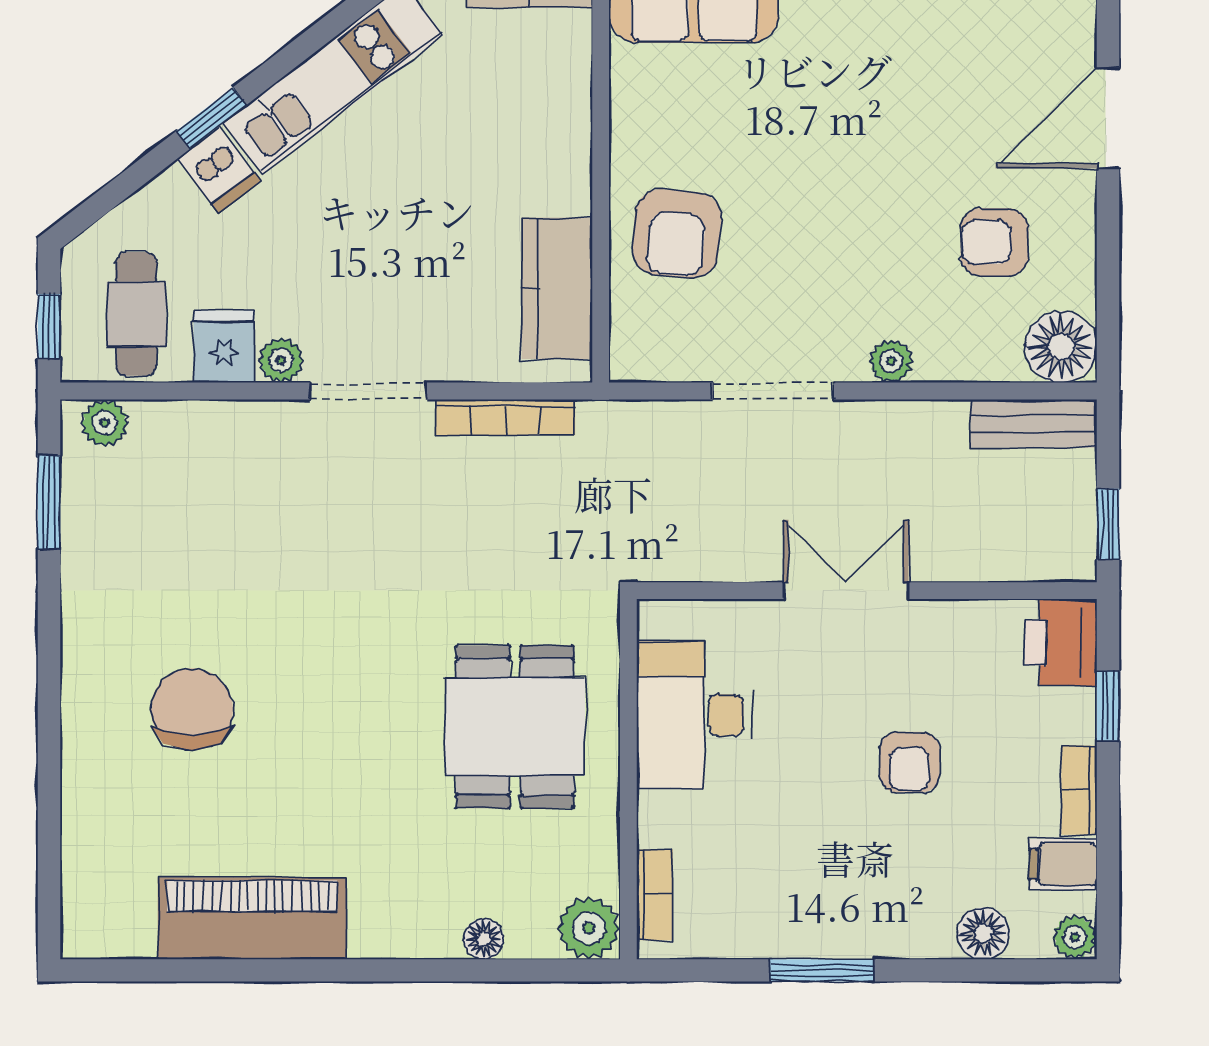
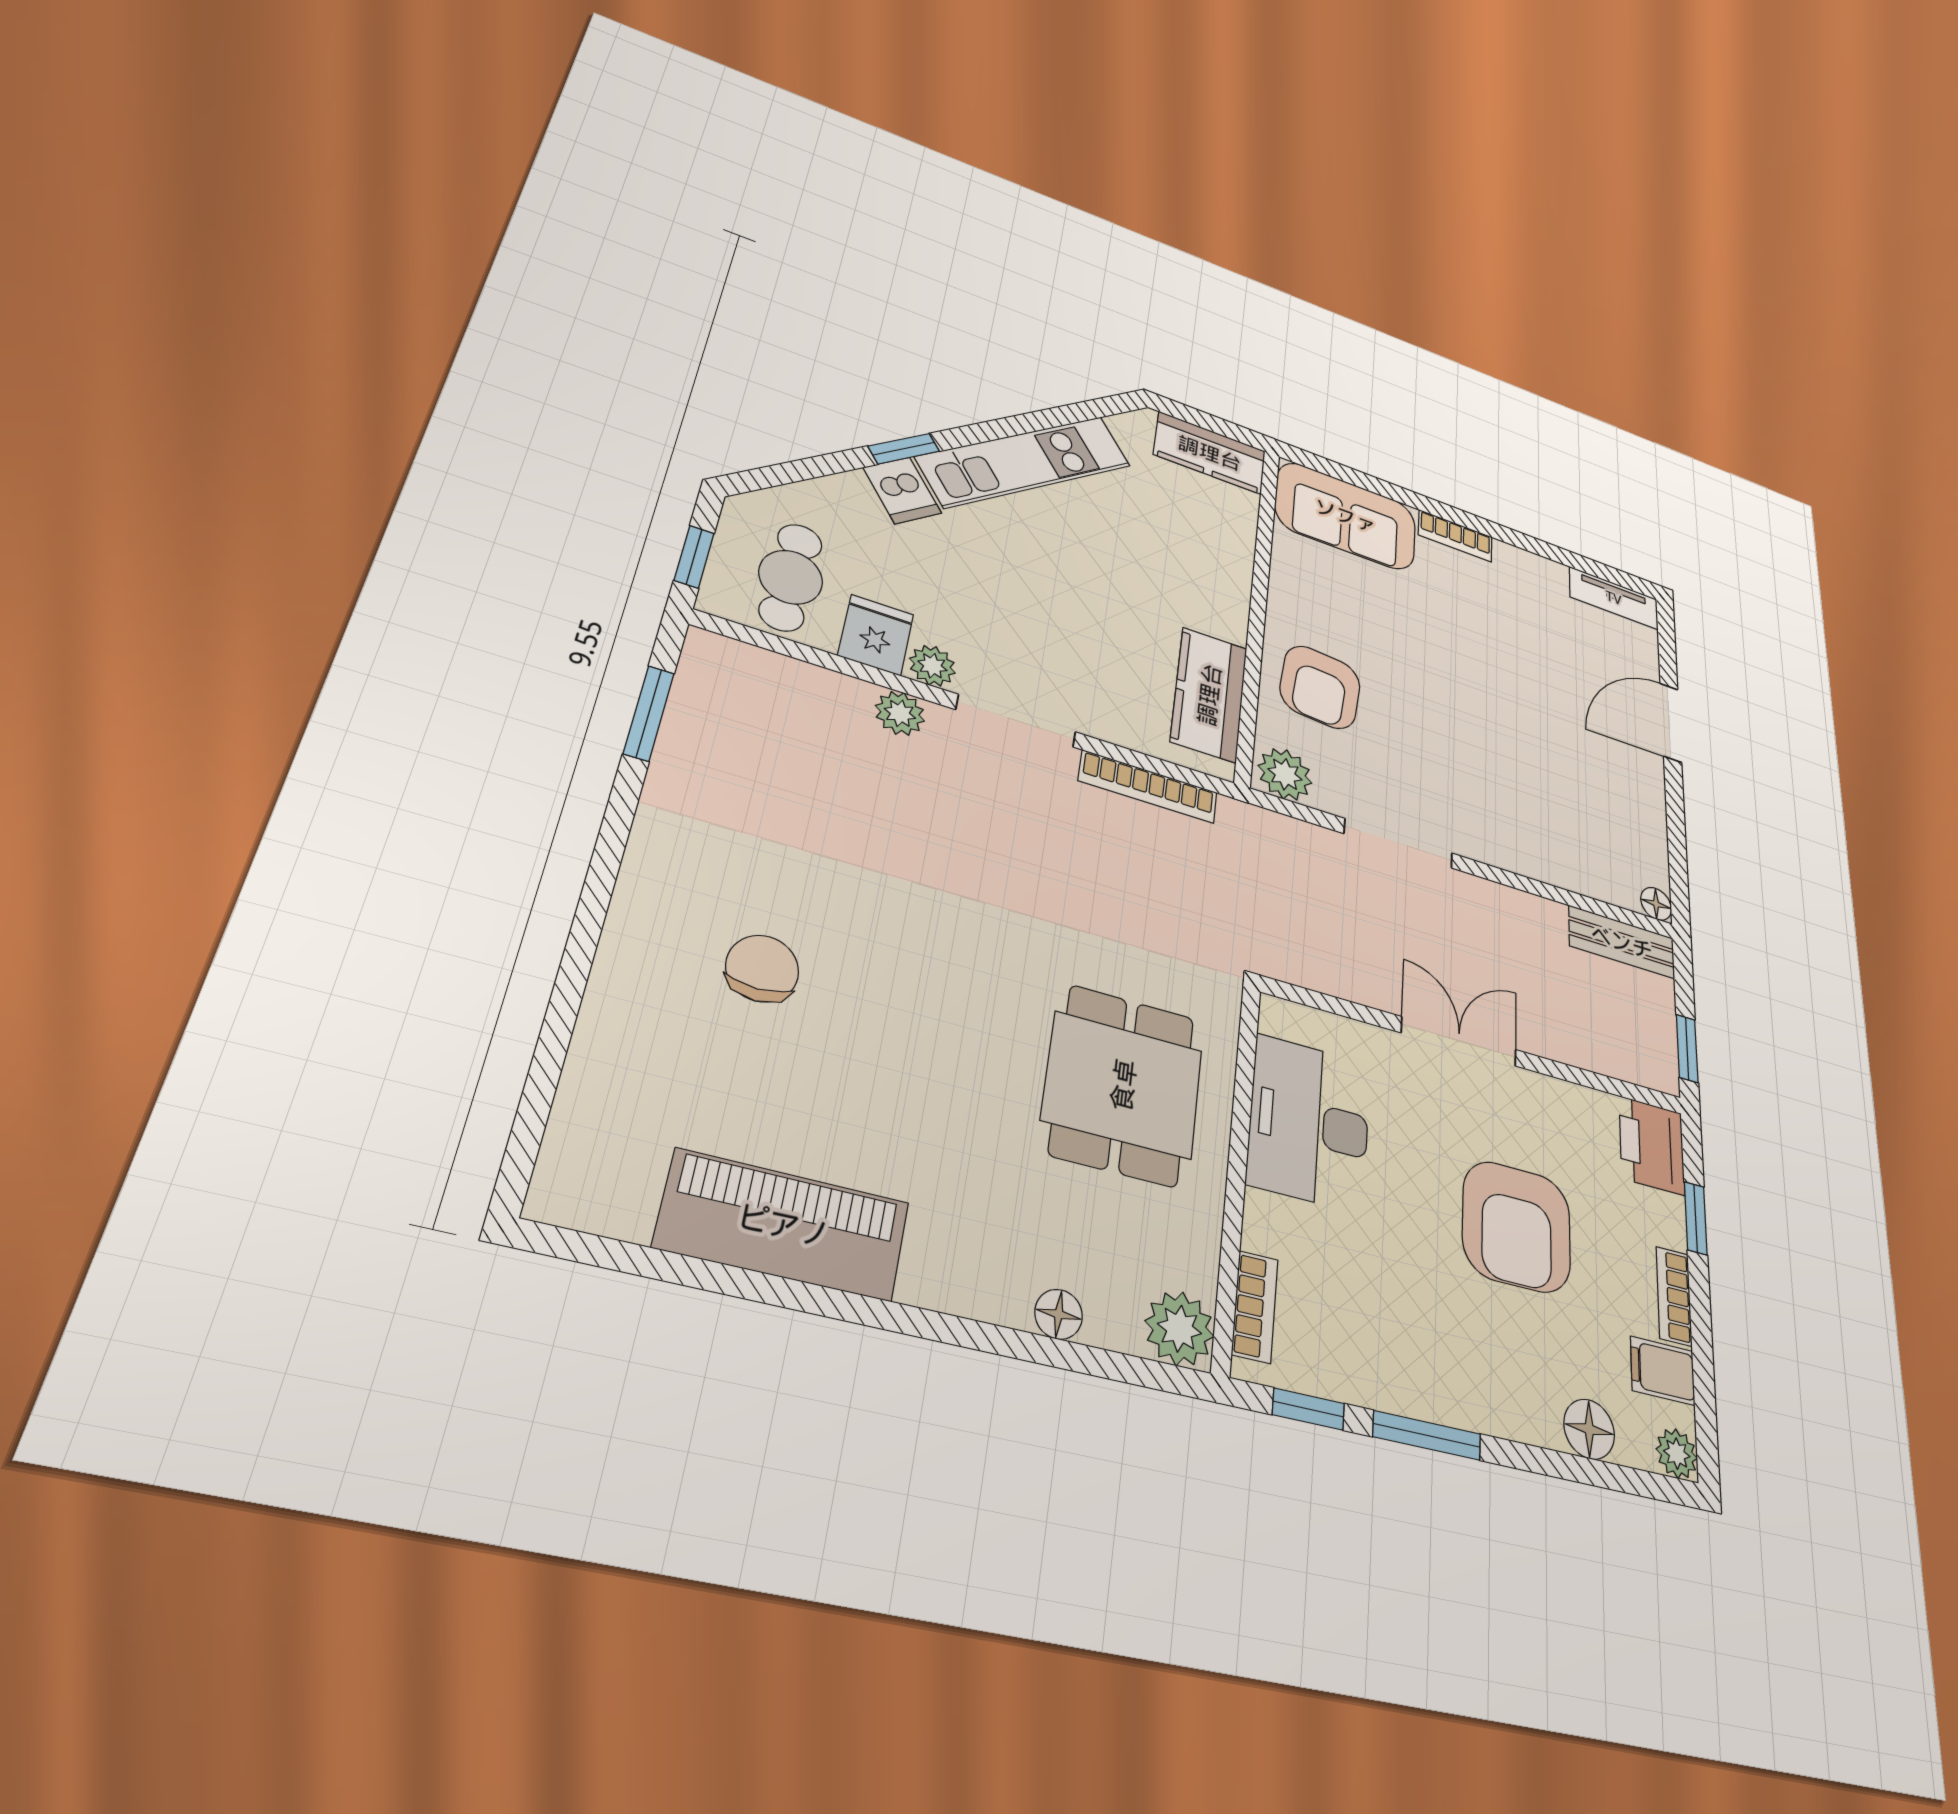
armchair: (995, 242) -> (1586, 785), removed
floor lamp: (1061, 347) -> (1656, 904), width x0.53, depth x0.53
plant: (891, 361) -> (1285, 774), moved, width x1.38, depth x1.38
plant: (105, 423) -> (900, 713), moved
chair: (192, 709) -> (762, 969), width x0.73, depth x0.73
armchair: (909, 762) -> (1517, 1227), width x1.88, depth x1.88
window: (710, 970) -> (1308, 1409), added

